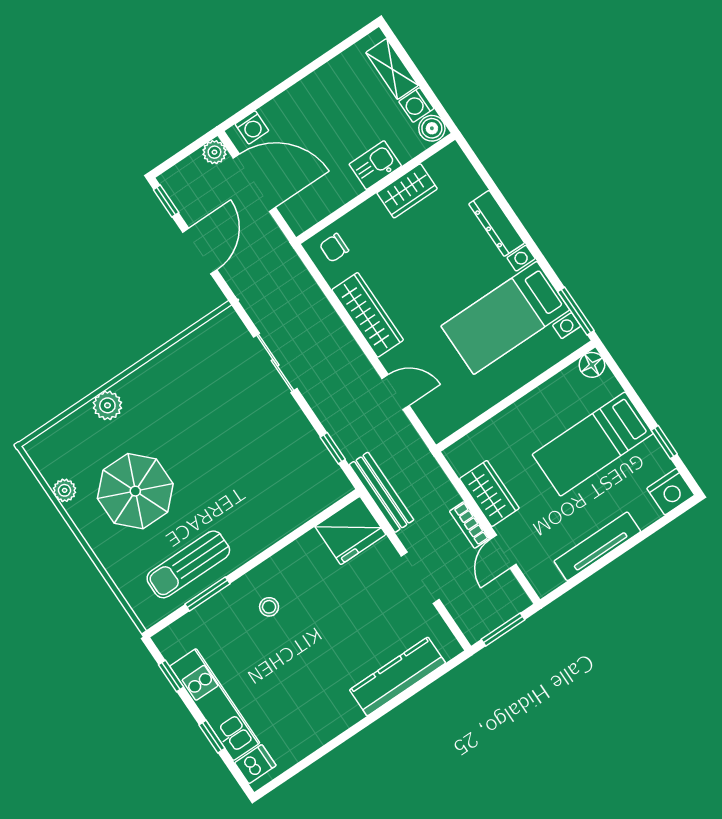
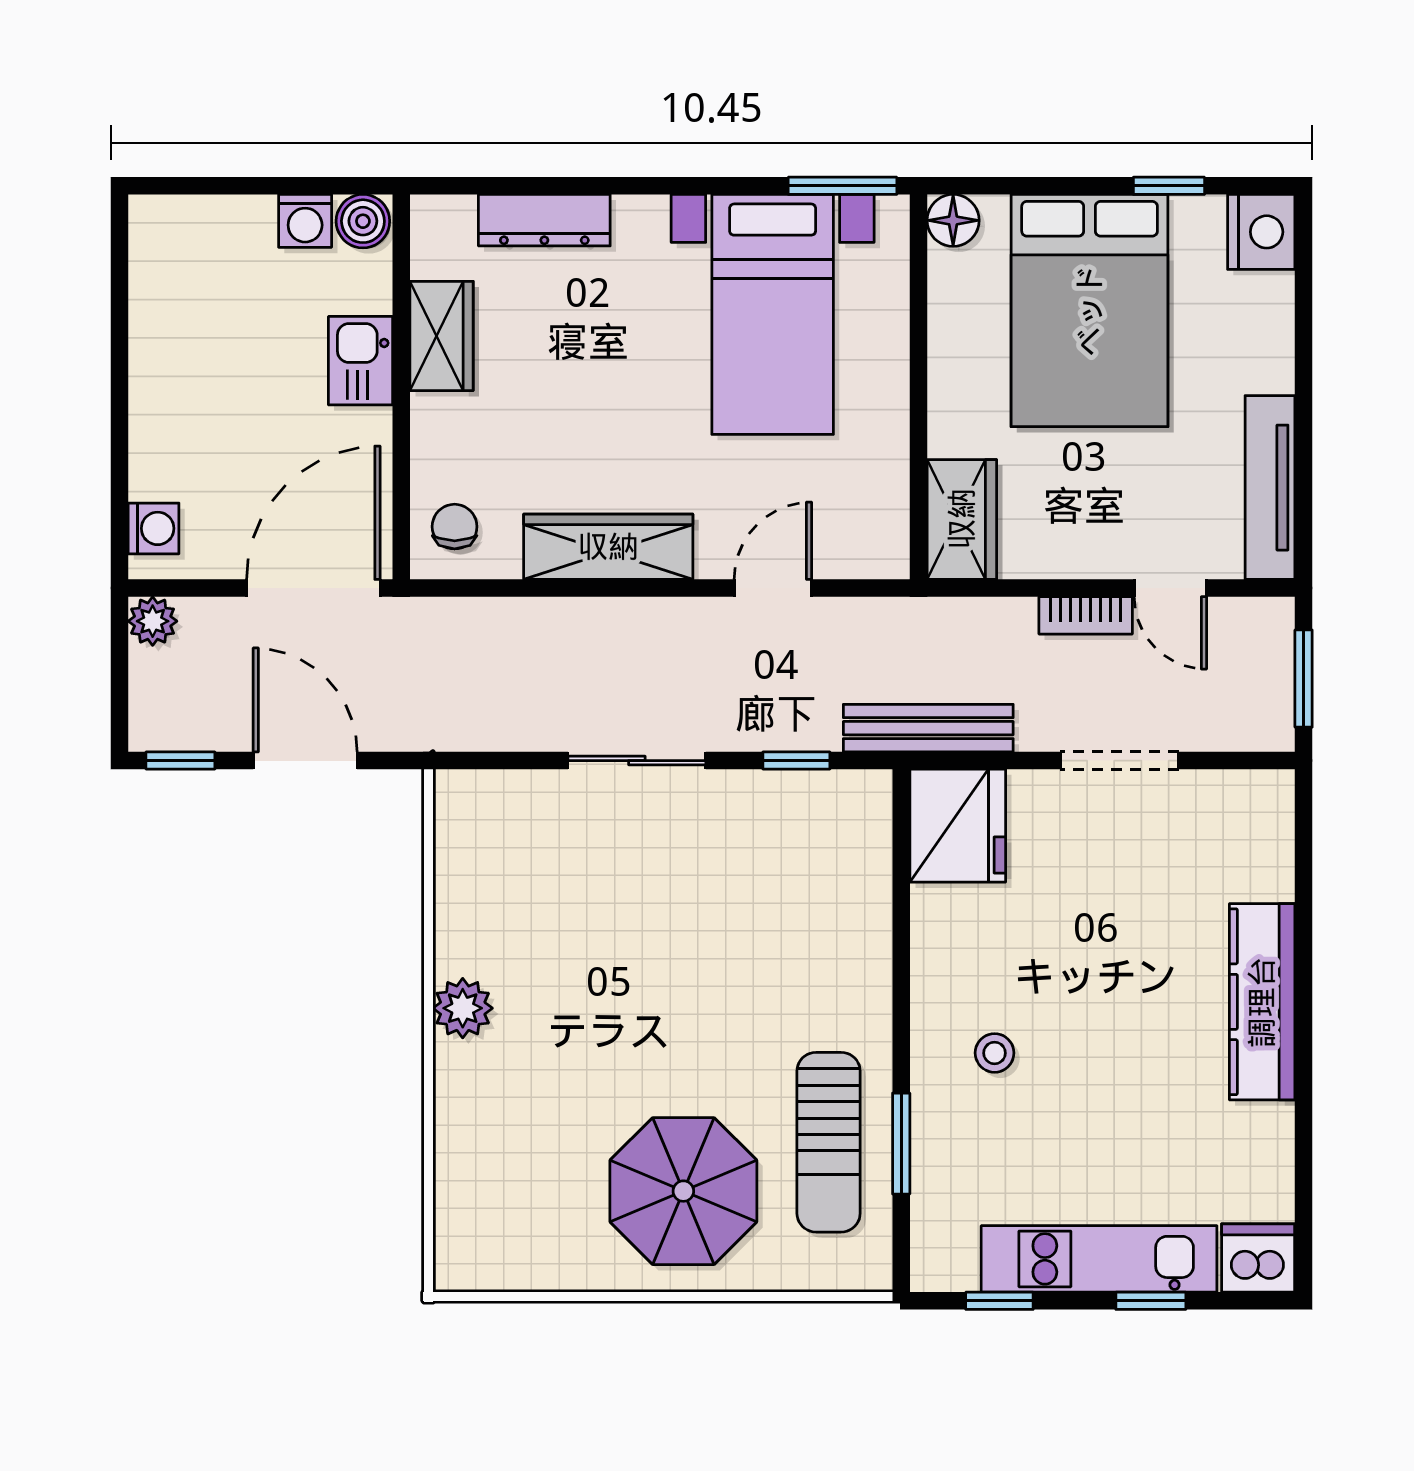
shelving: (392, 69) -> (215, 221), removed
door: (254, 183) -> (313, 588), moved
dresser: (497, 223) -> (544, 220), moved
chair: (334, 248) -> (455, 527), turned 180
sliding door: (275, 363) -> (637, 761), moved
plant: (107, 405) -> (463, 1008), moved
bed: (593, 444) -> (1090, 311), width x1.50
plant: (65, 490) -> (559, 1269), removed
parasol: (135, 491) -> (683, 1191), moved
wardrobe: (489, 494) -> (962, 519), moved, turned 90
tv unit: (597, 546) -> (1270, 488), moved
kitchen counter: (398, 676) -> (1262, 1002), moved
dishwasher: (255, 764) -> (1258, 1258), width x1.38

